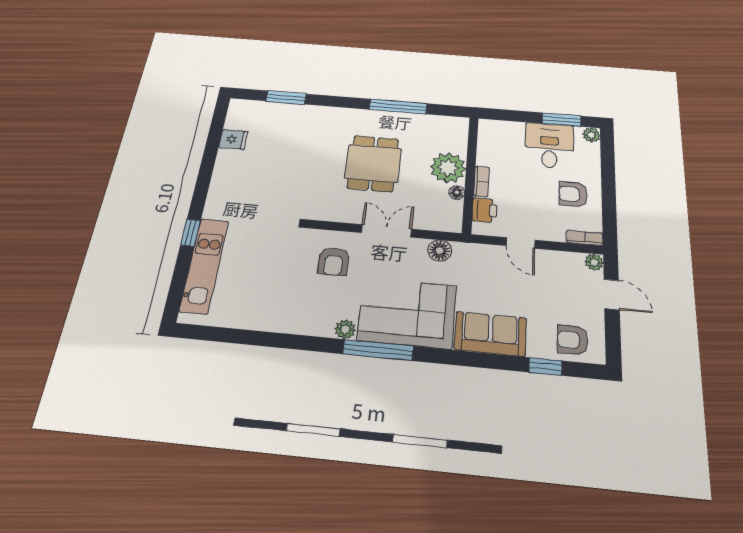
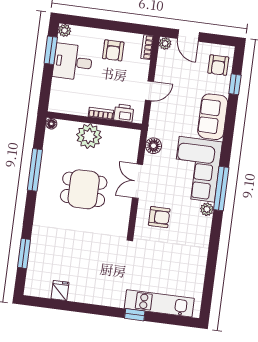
floor lamp: (457, 192) -> (51, 124), moved
door: (612, 294) -> (188, 35), swing flipped

